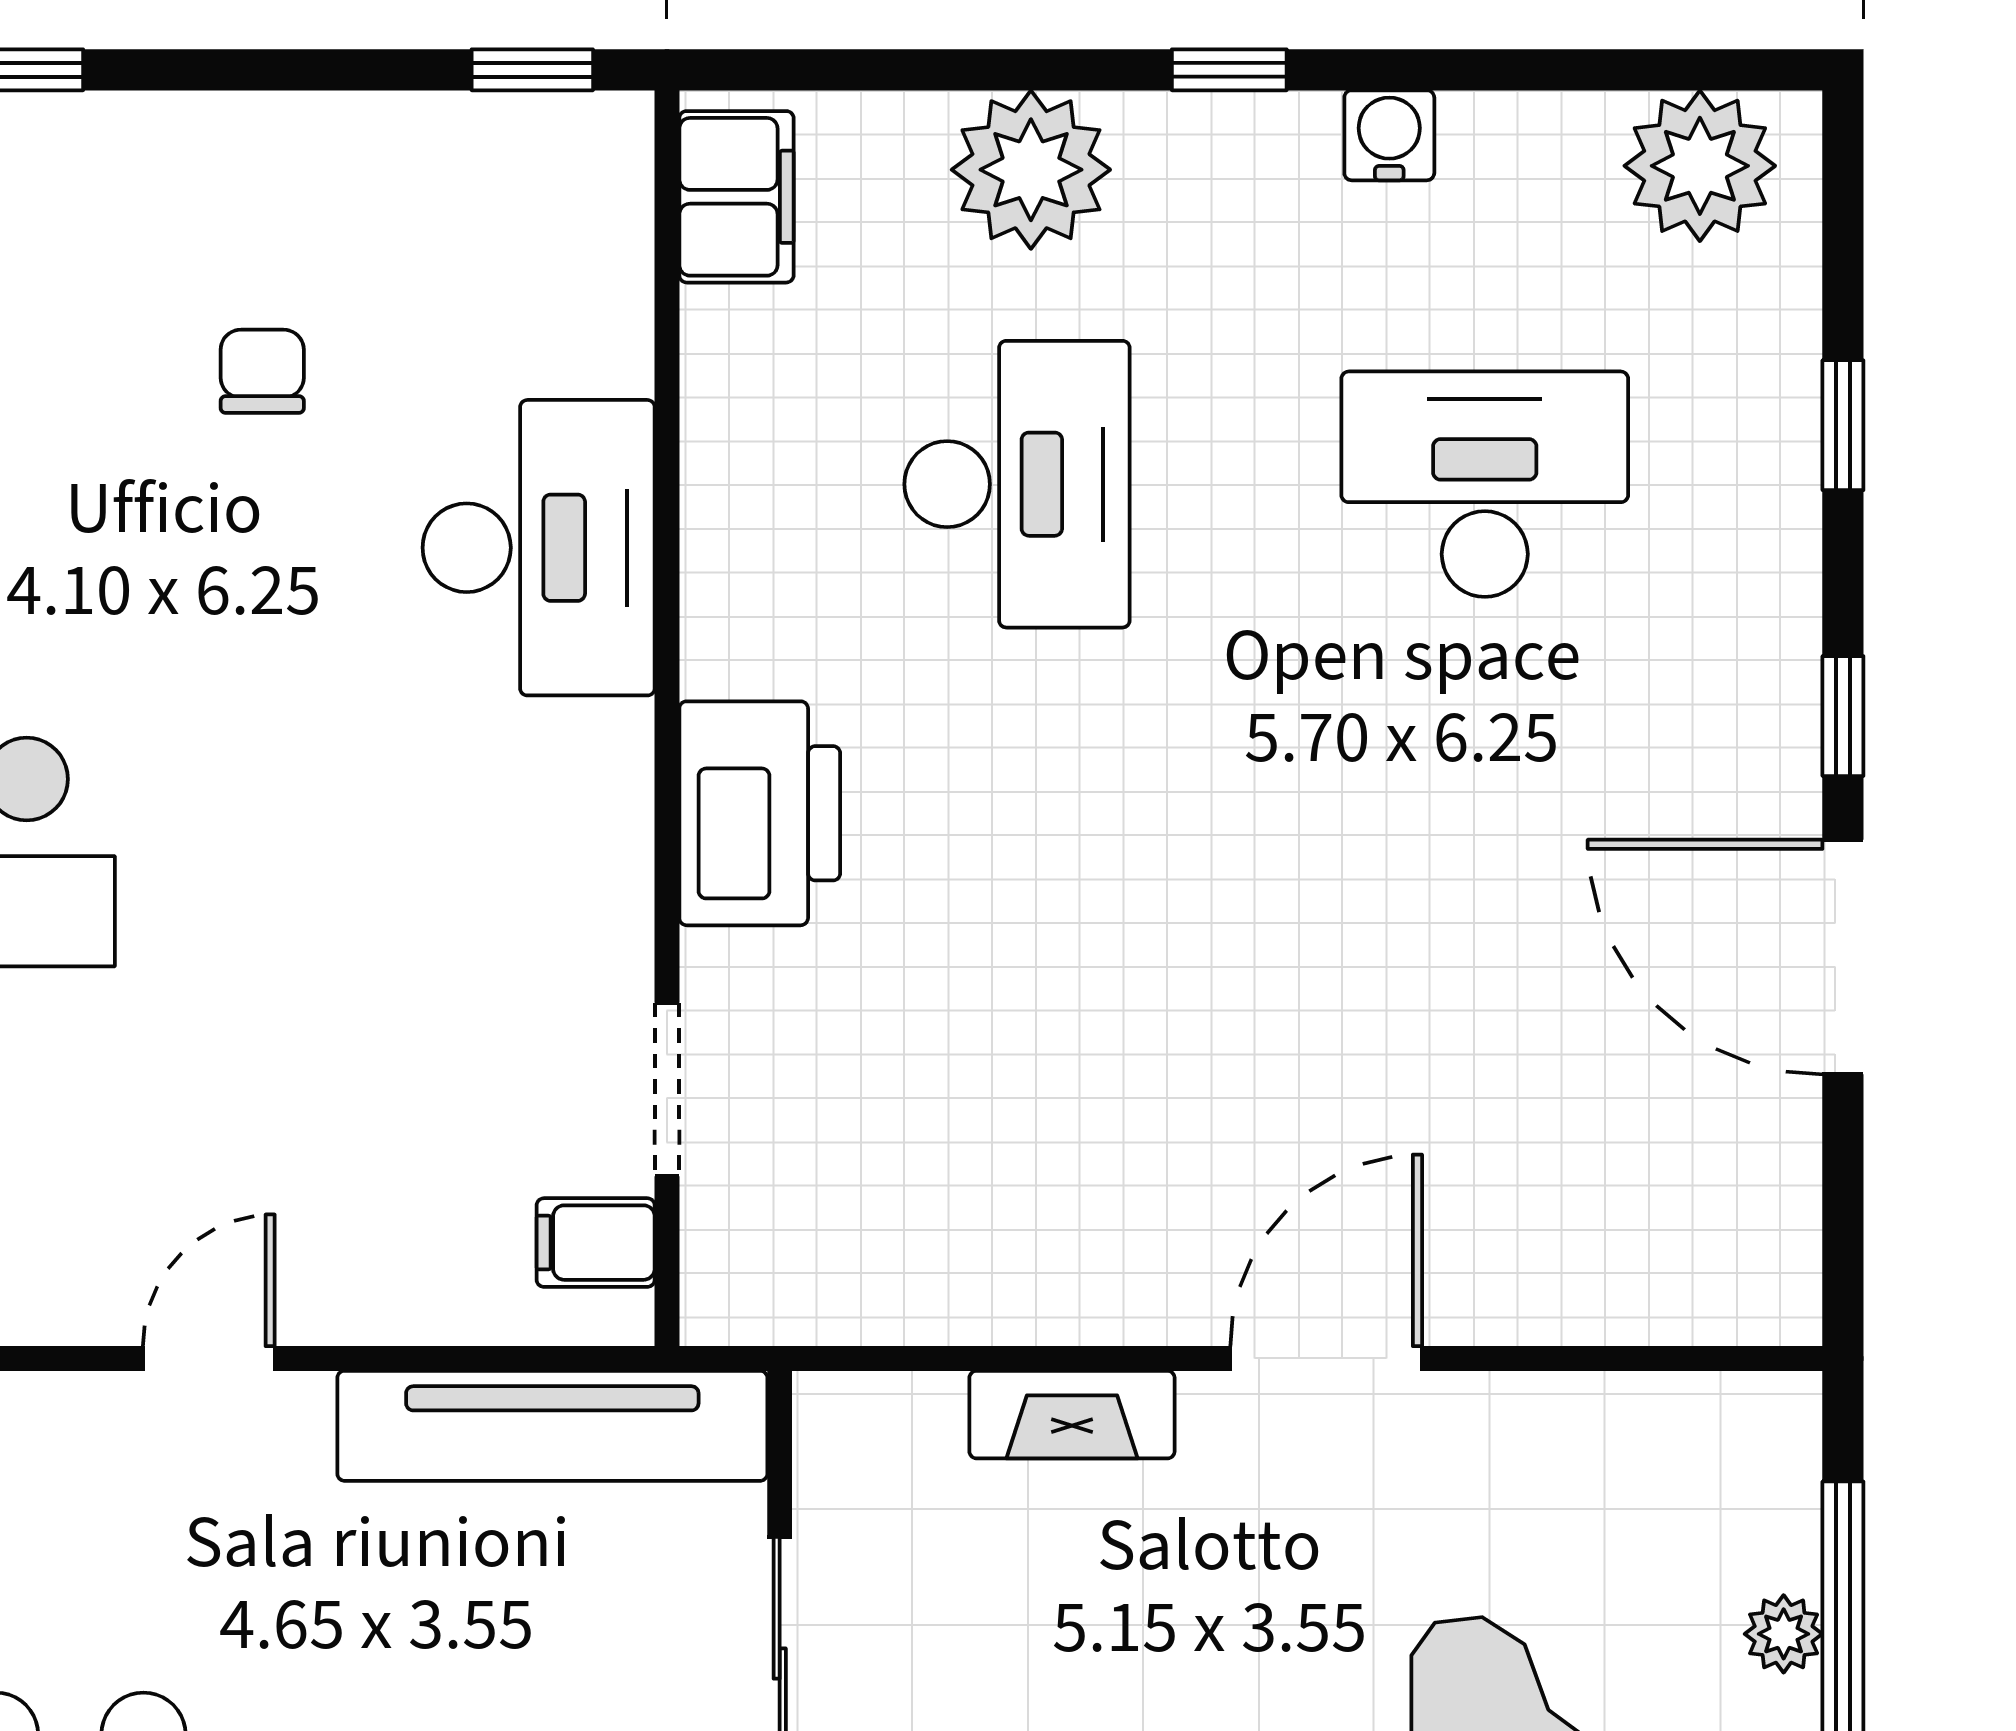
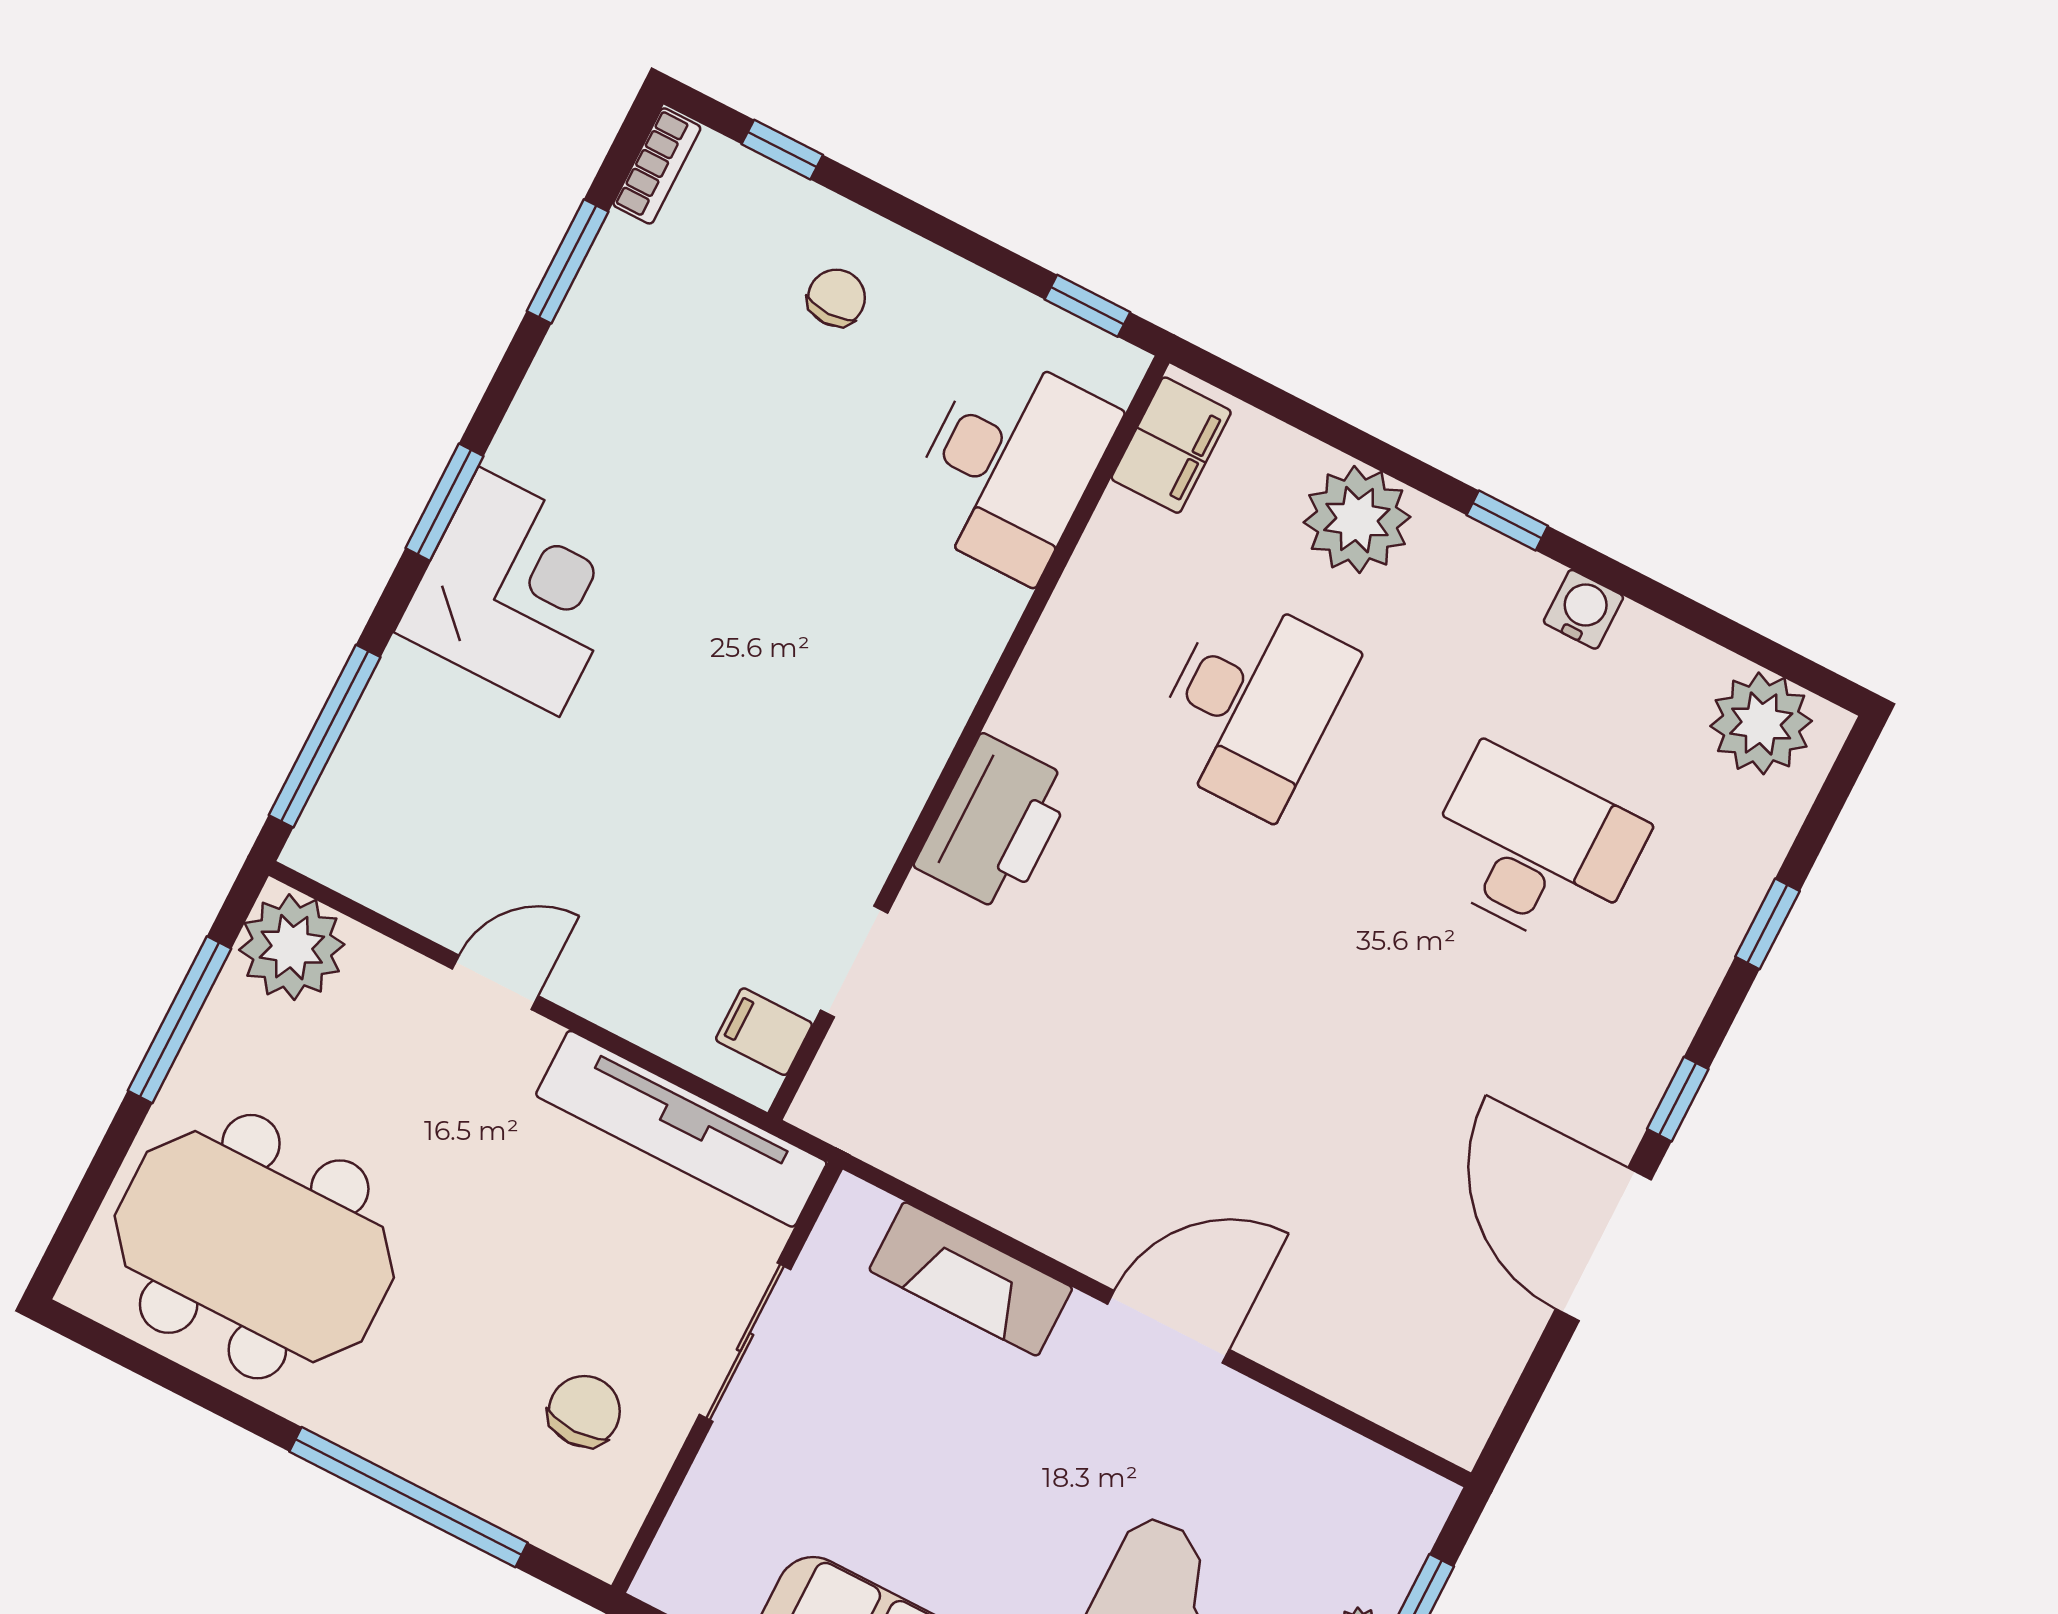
chair: (262, 371) -> (836, 298), moved
desk: (539, 548) -> (1011, 465), moved
fireplace: (1072, 1415) -> (971, 1279), width x1.37, depth x1.32

